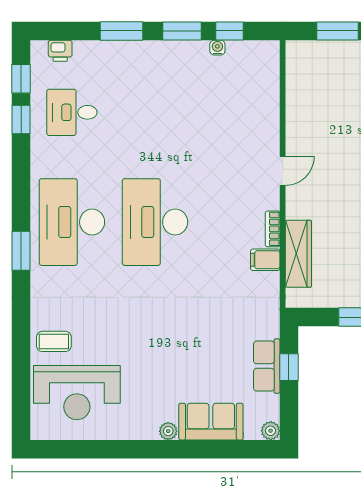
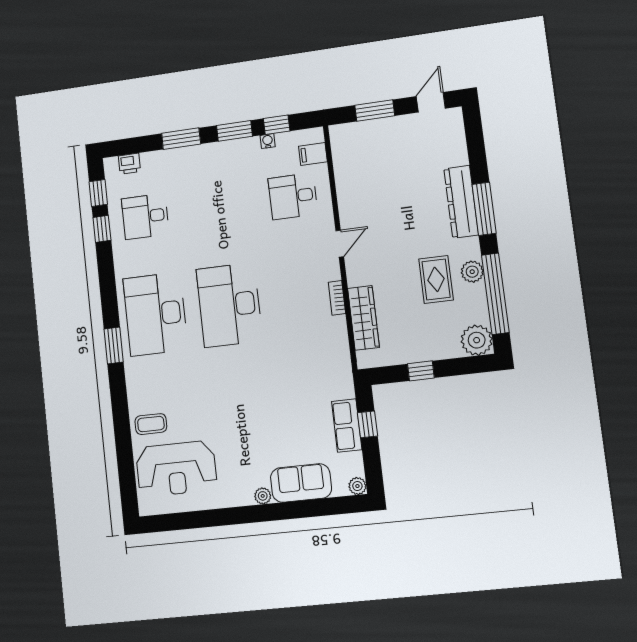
desk: (238, 112) -> (293, 196), added
filing cabinet: (265, 260) -> (313, 154), moved

